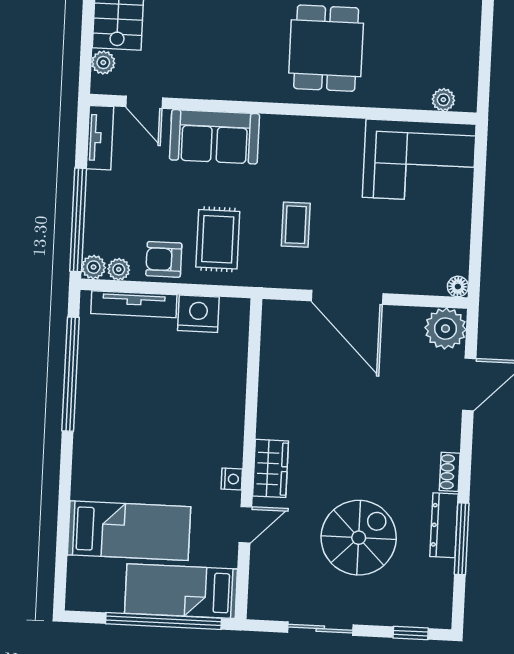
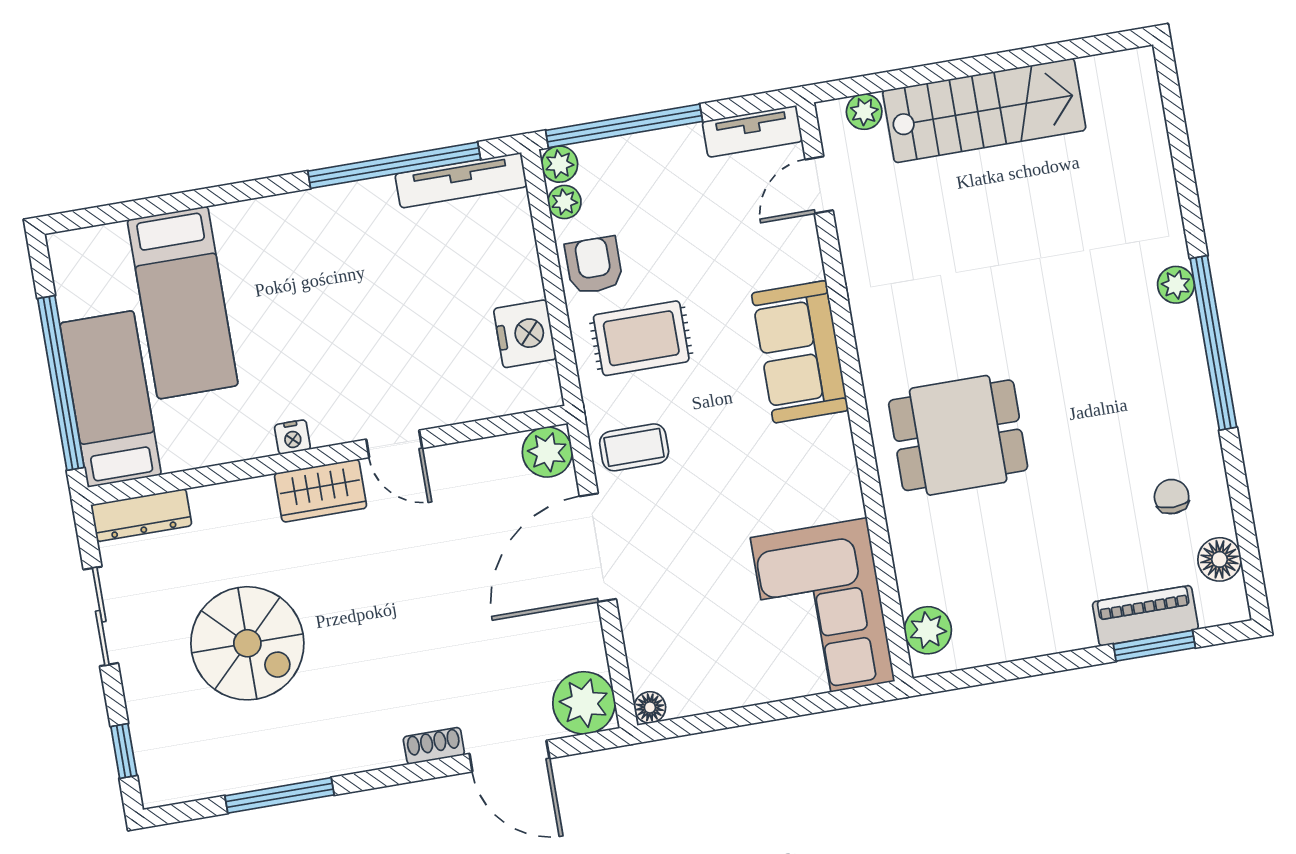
plant: (443, 100) -> (928, 630), width x1.38, depth x1.38
sofa: (214, 137) -> (800, 352), moved
coffee table: (296, 225) -> (634, 447), moved
tv unit: (134, 304) -> (461, 180), moved, turned -90
plant: (278, 316) -> (547, 452), added
shoe rack: (450, 472) -> (434, 746), moved
door: (245, 525) -> (394, 444), moved
dresser: (444, 525) -> (141, 515), moved, turned 180

